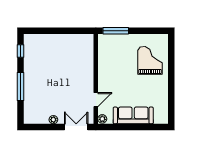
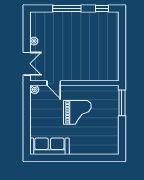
grand piano: (150, 60) -> (77, 112), moved
sofa: (133, 115) -> (49, 146), moved, turned -90

